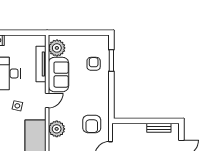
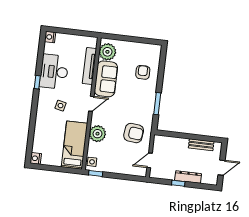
window: (111, 60) -> (157, 104), moved
armchair: (92, 124) -> (134, 133), turned -84

